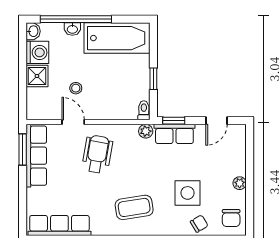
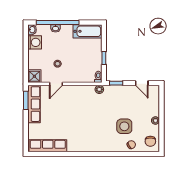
bathtub: (117, 38) -> (87, 31), width x0.73, depth x0.73
shower: (37, 76) -> (34, 76), moved
door: (217, 121) -> (142, 83), hinge flipped
door: (73, 122) -> (56, 84), swing flipped
row of seats: (174, 134) -> (117, 91), removed
wheelchair: (97, 154) -> (70, 103), removed
coffee table: (134, 207) -> (92, 135), removed

